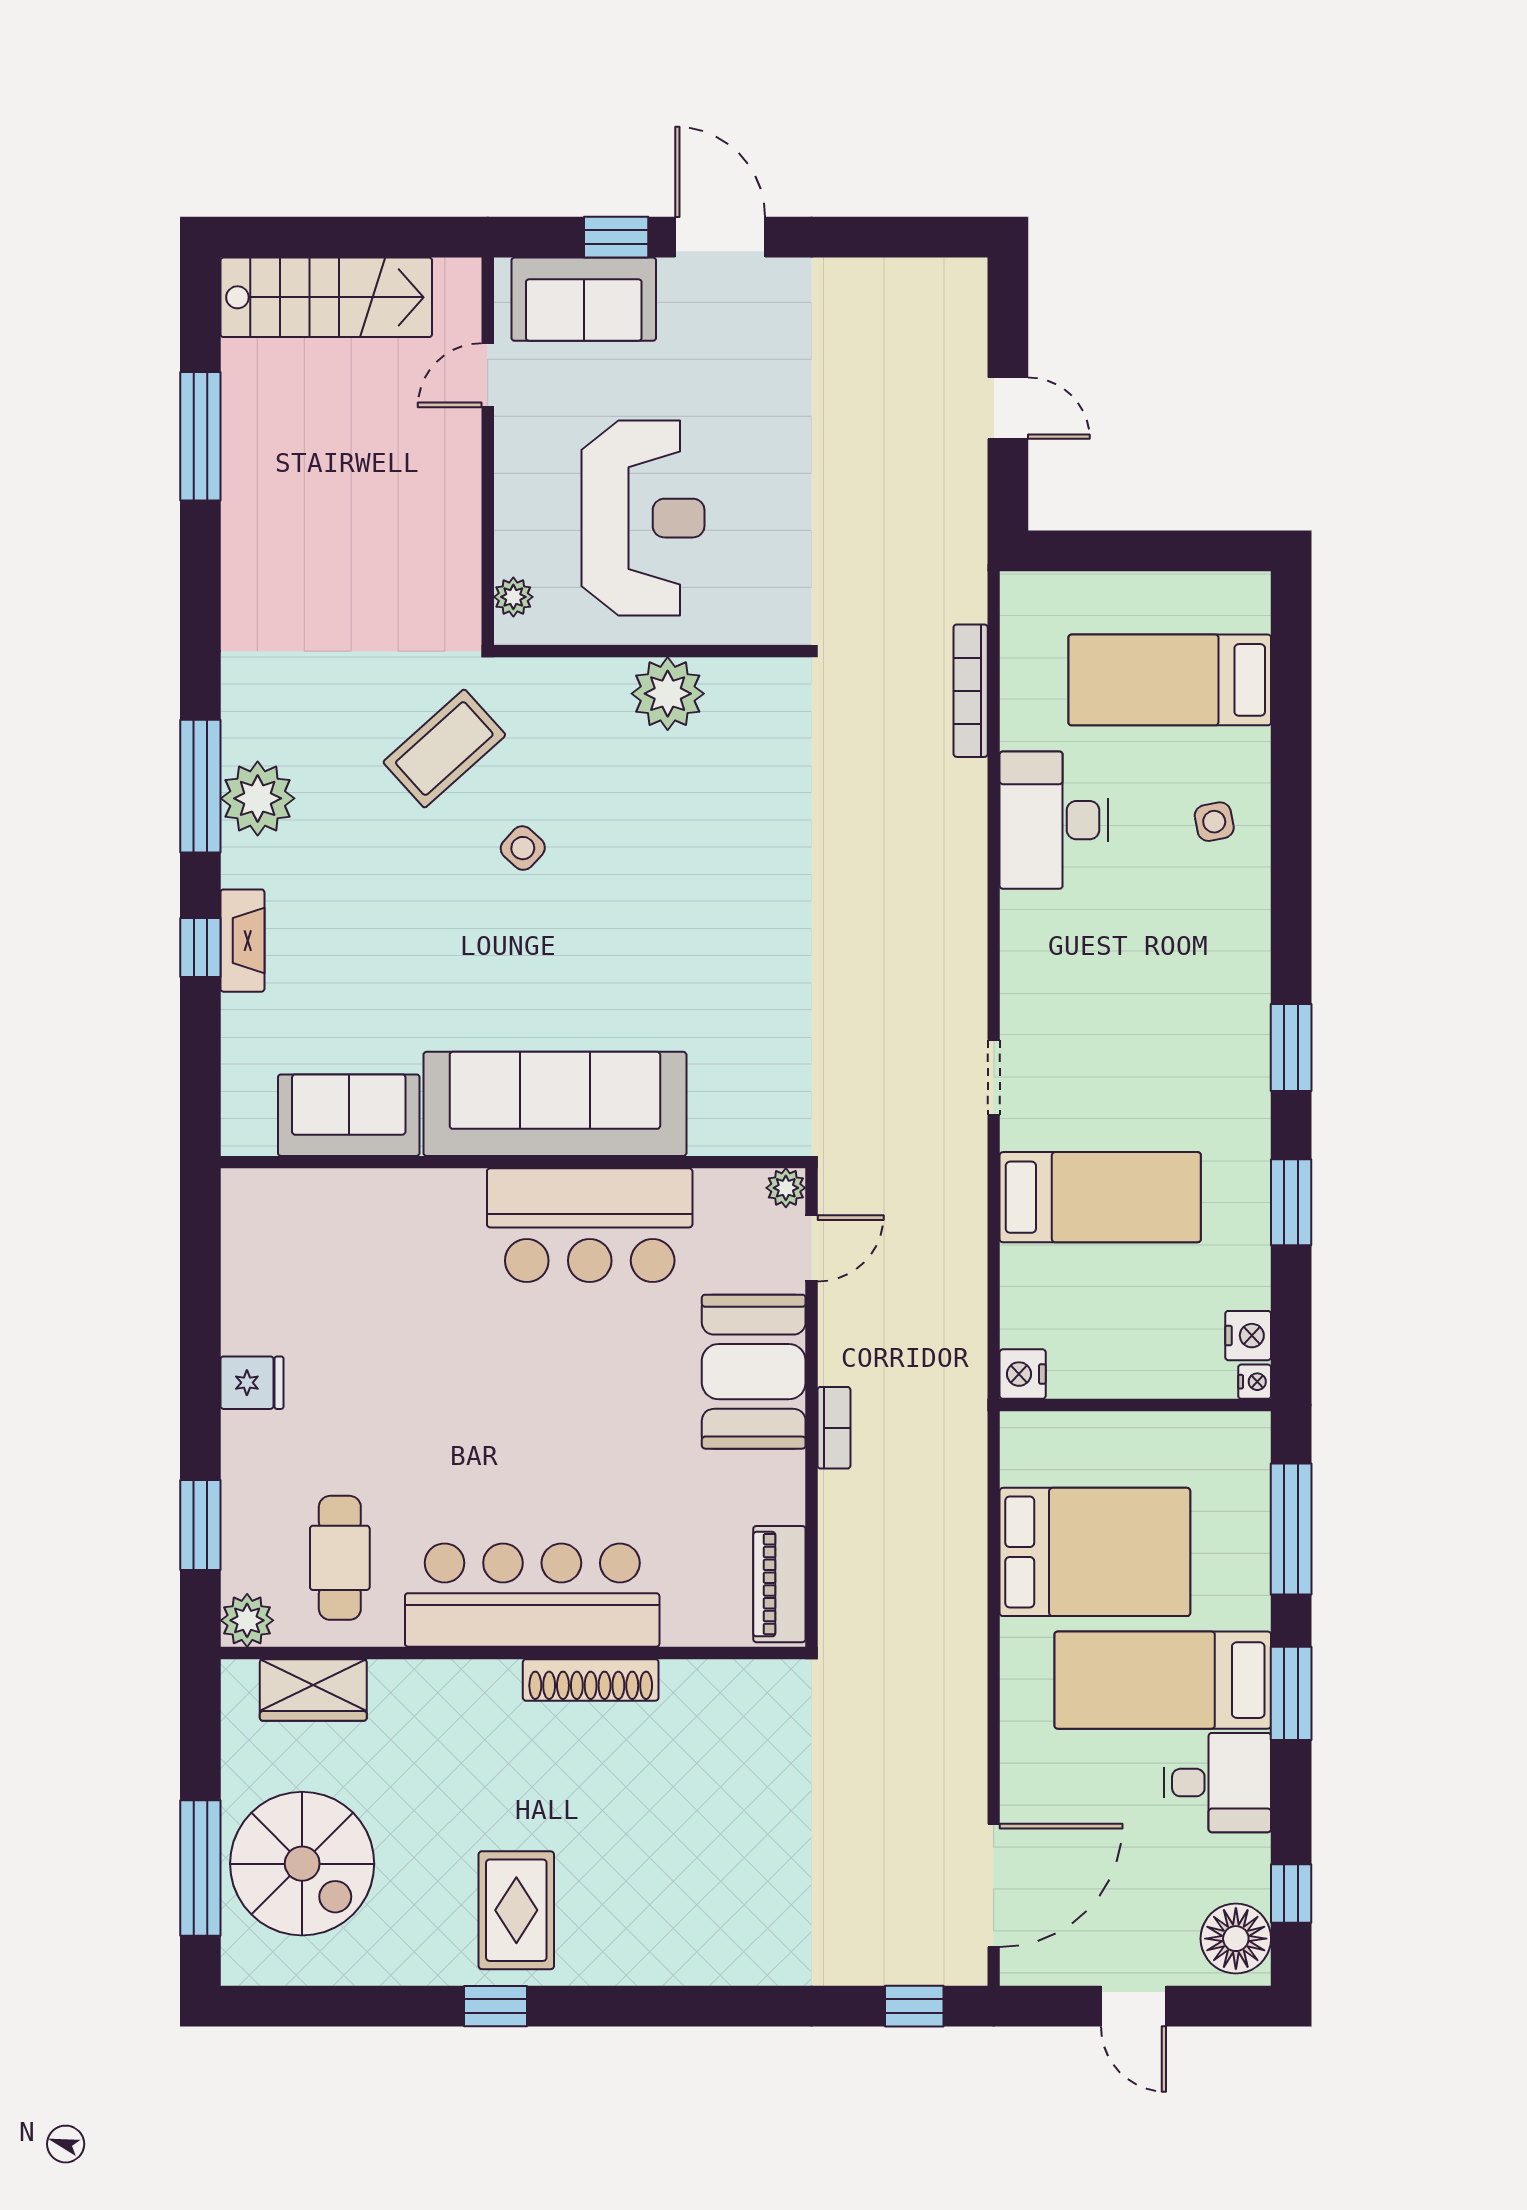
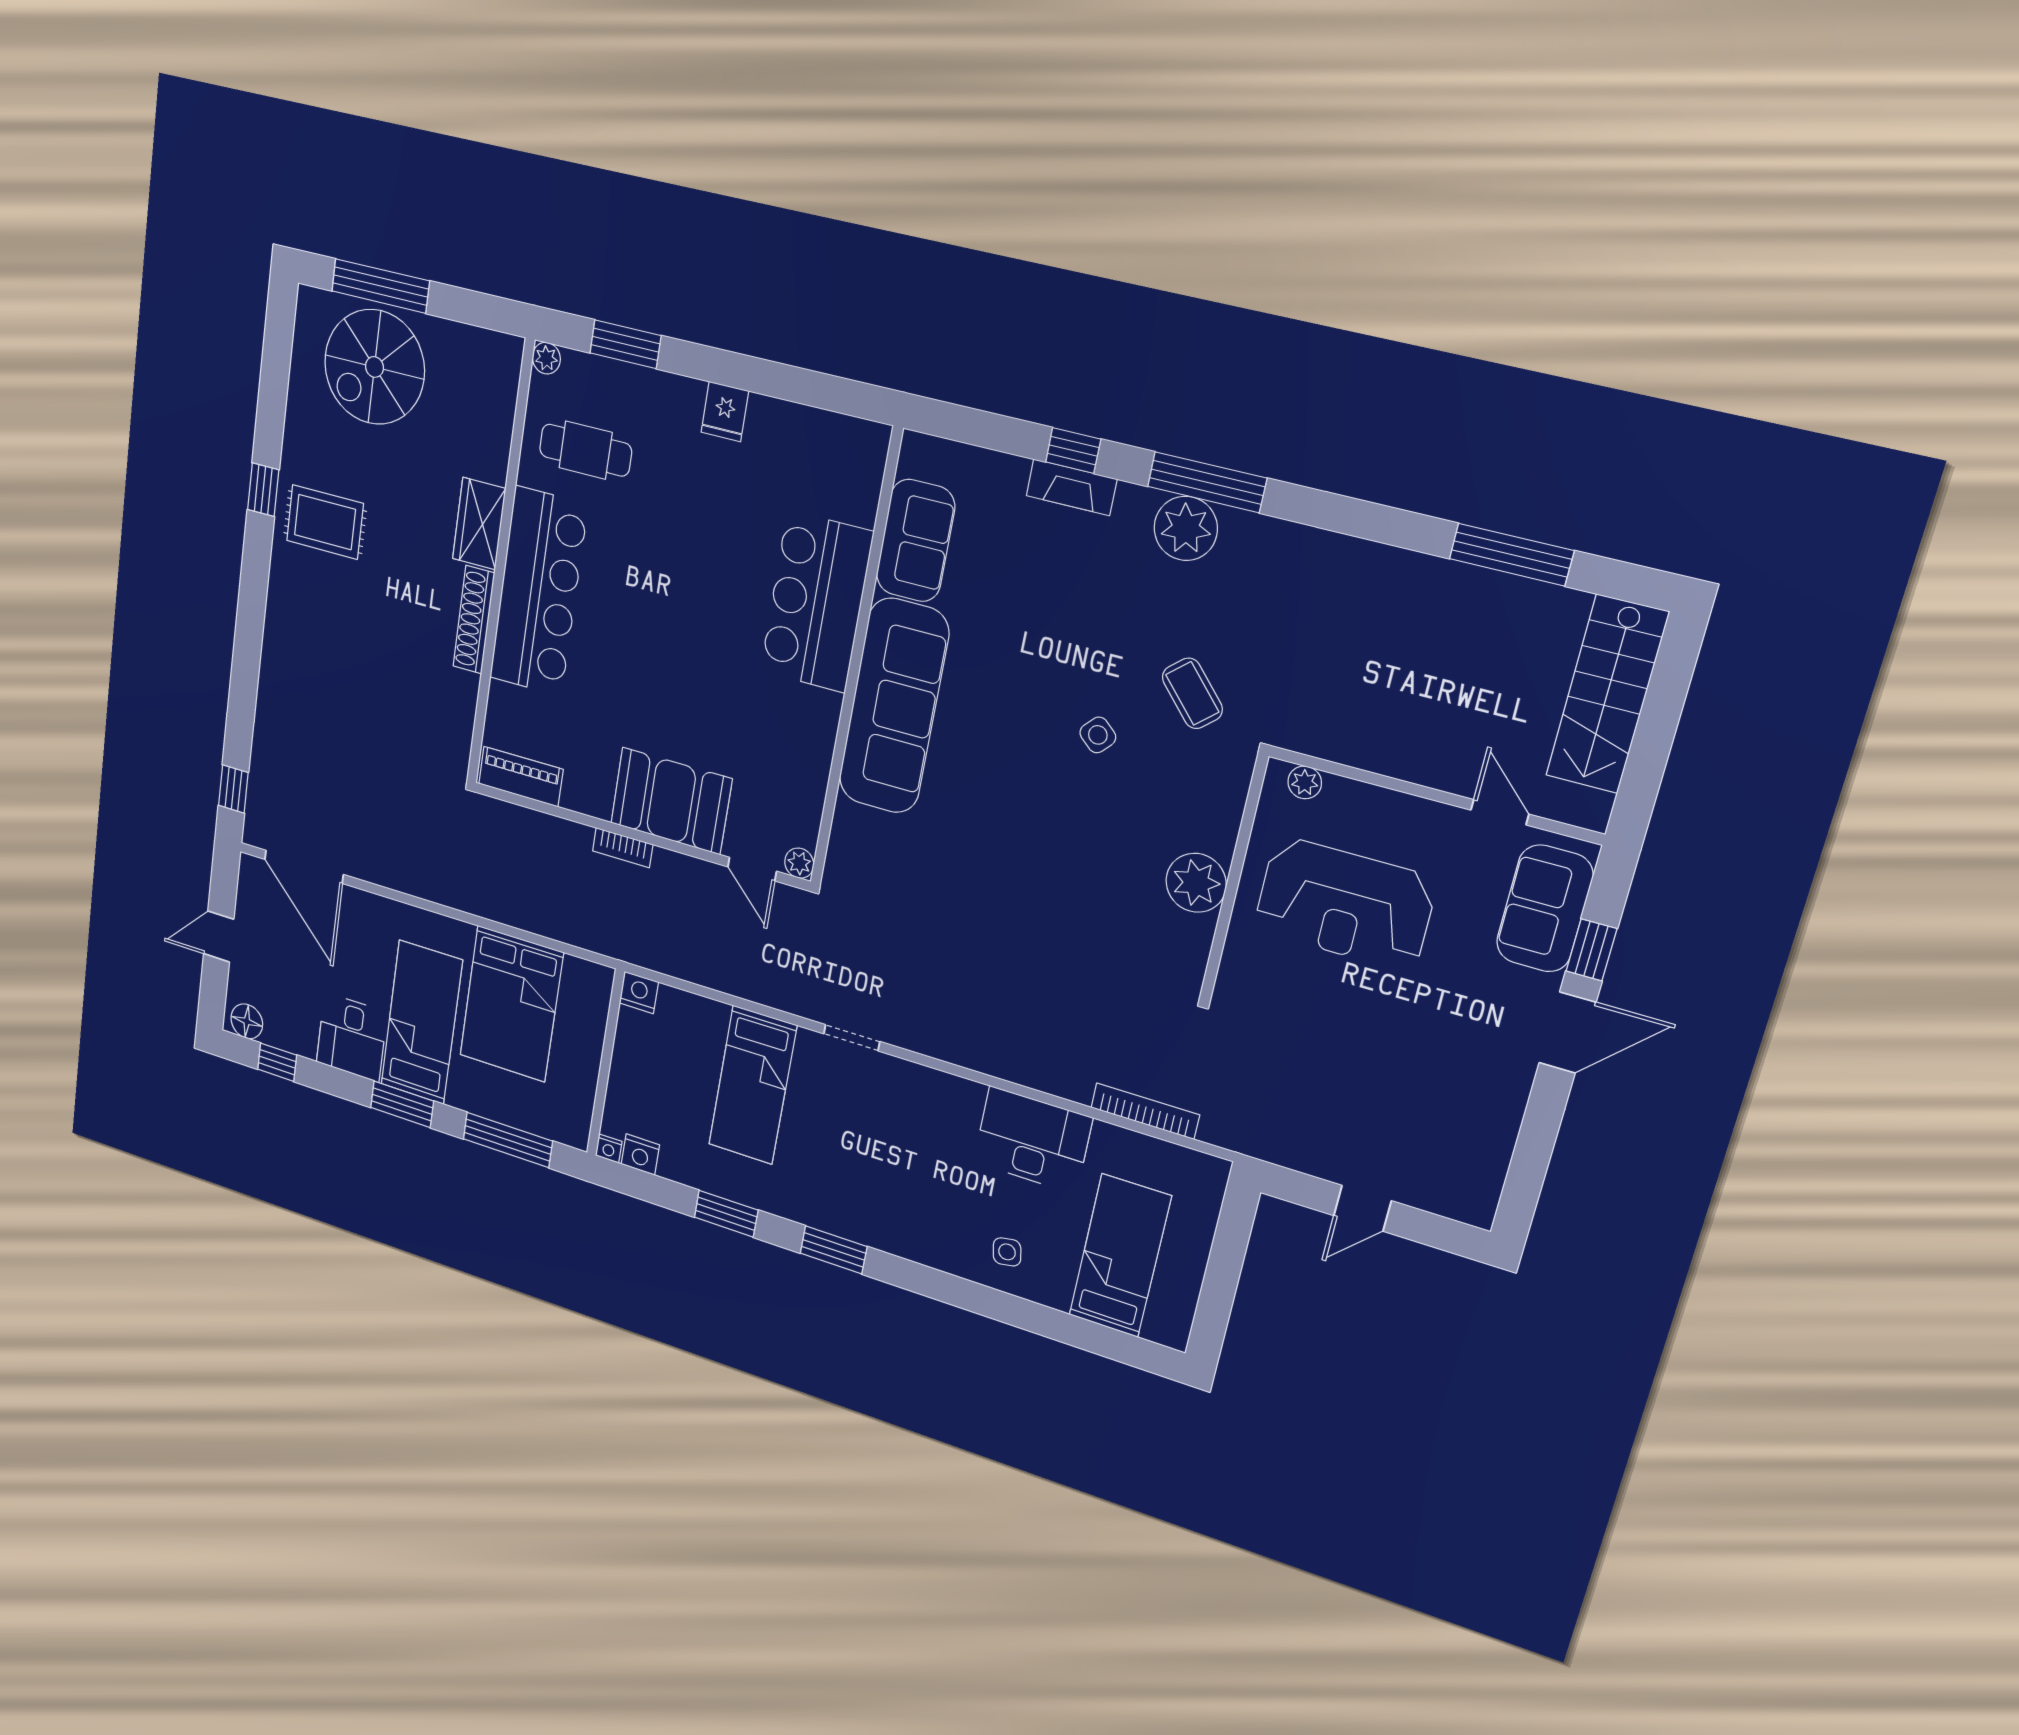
coffee table: (444, 749) -> (1192, 693), width x0.73, depth x0.77
bar counter: (590, 1225) -> (816, 602), moved
plant: (247, 1620) -> (546, 358), width x0.73, depth x0.73
wardrobe: (313, 1690) -> (479, 524), moved
floor lamp: (1236, 1939) -> (247, 1021), width x0.73, depth x0.73

